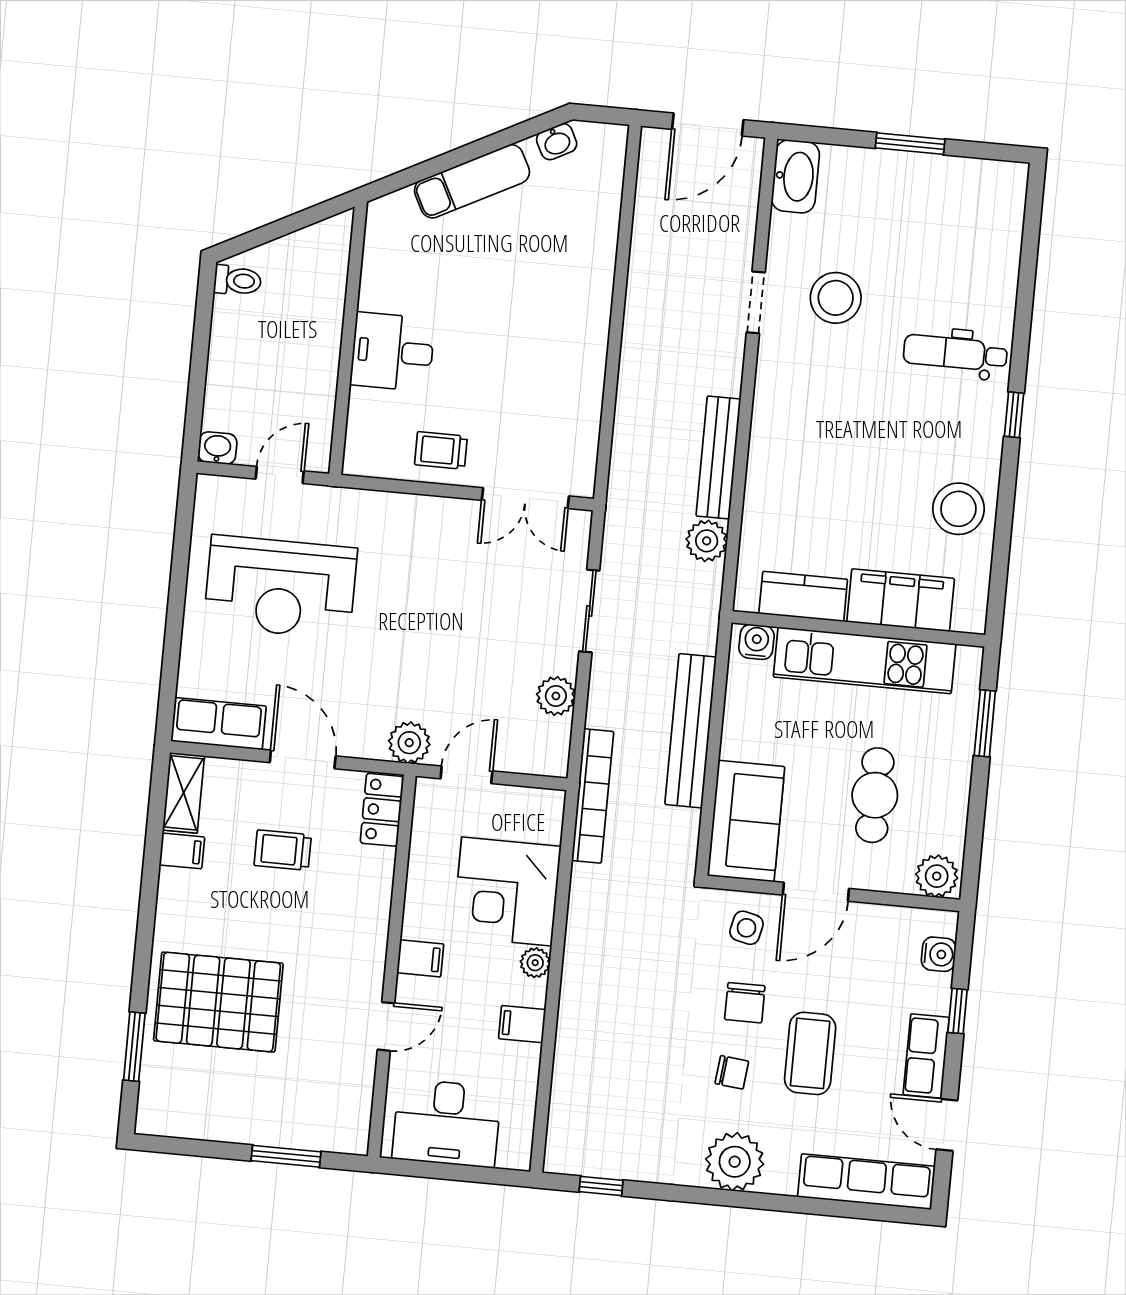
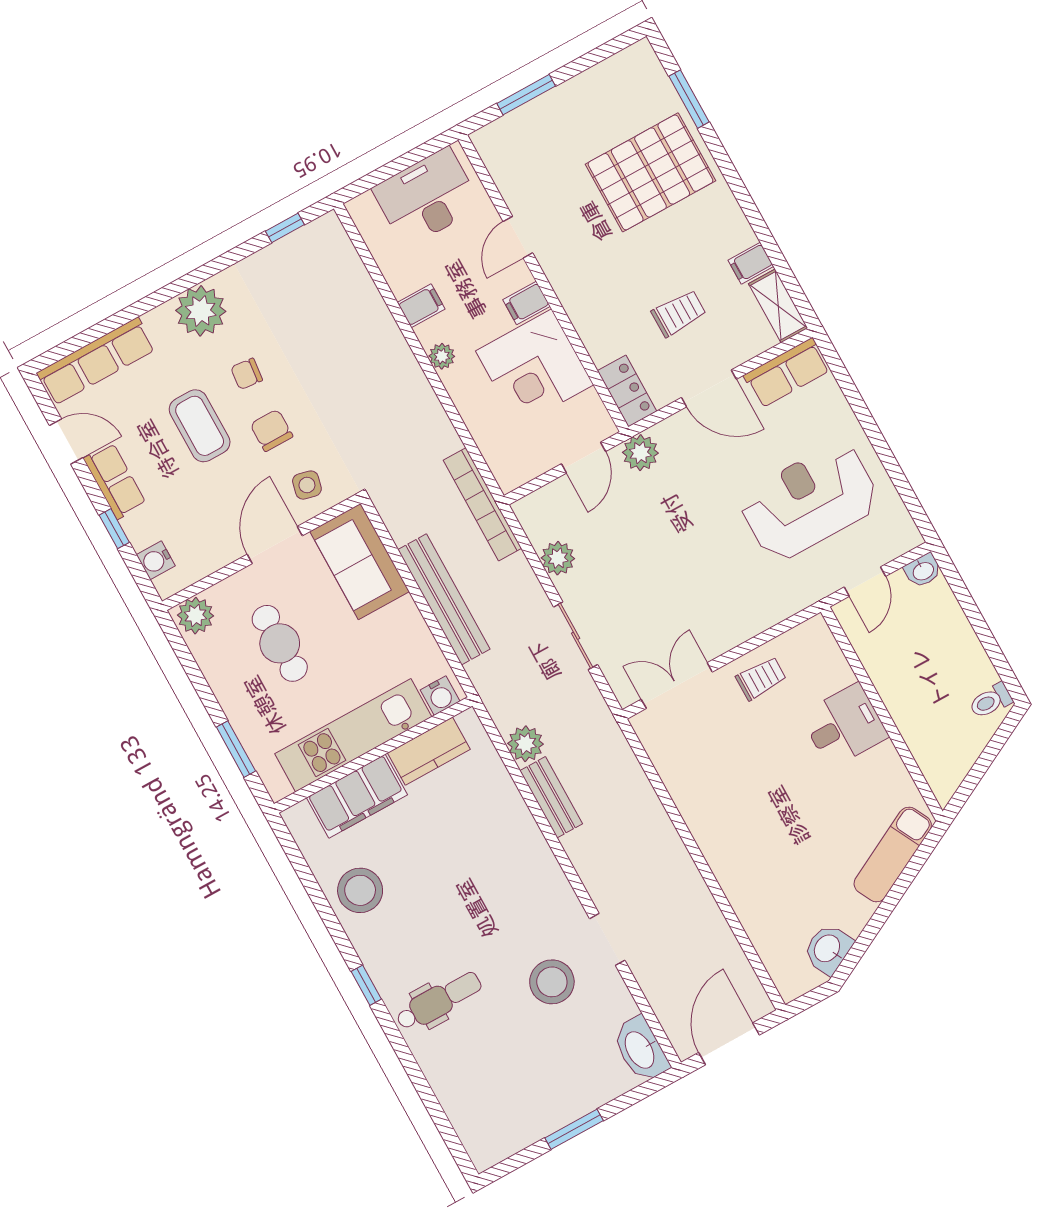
washbasin: (557, 142) -> (828, 949), width x1.38, depth x1.45
exam couch: (472, 181) -> (893, 855), moved
bench: (718, 457) -> (551, 797), width x0.73
corner desk: (507, 892) -> (535, 368), moved, turned 180

